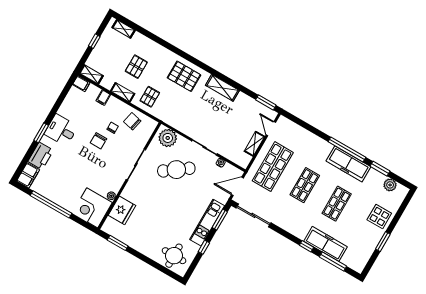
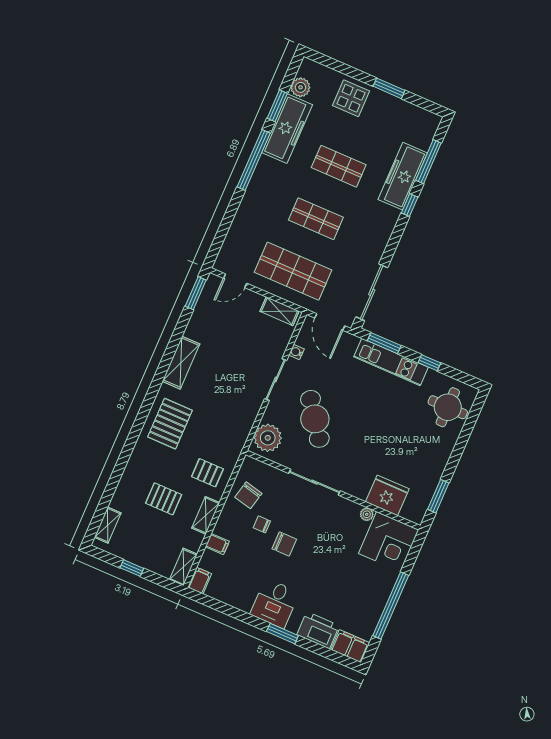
shelving: (254, 144) -> (280, 311), moved
freezer: (348, 164) -> (287, 129), moved

